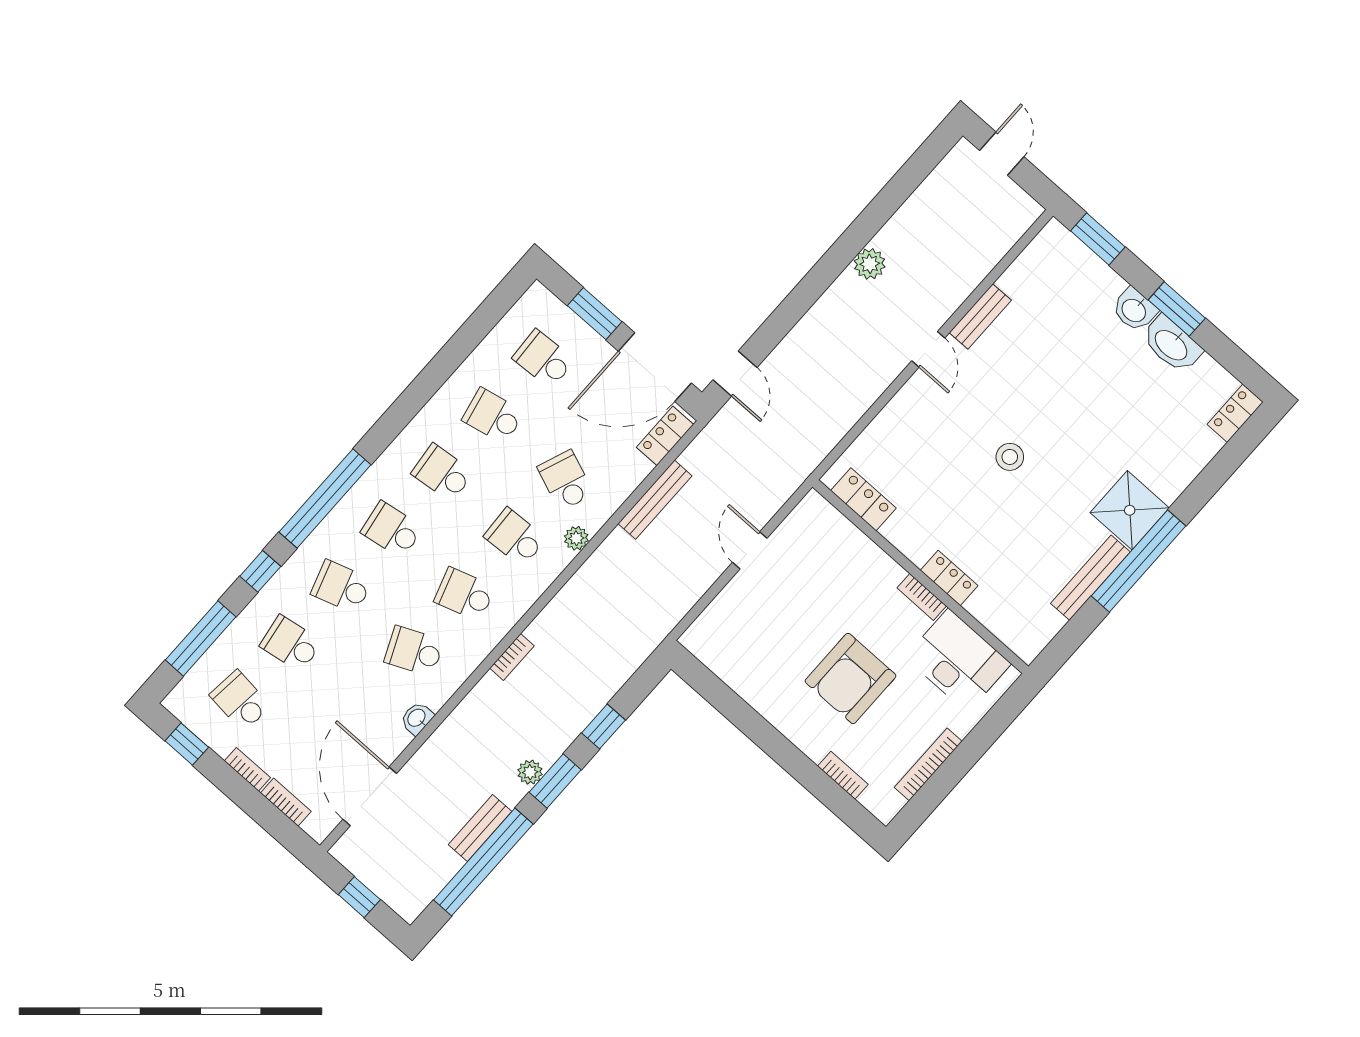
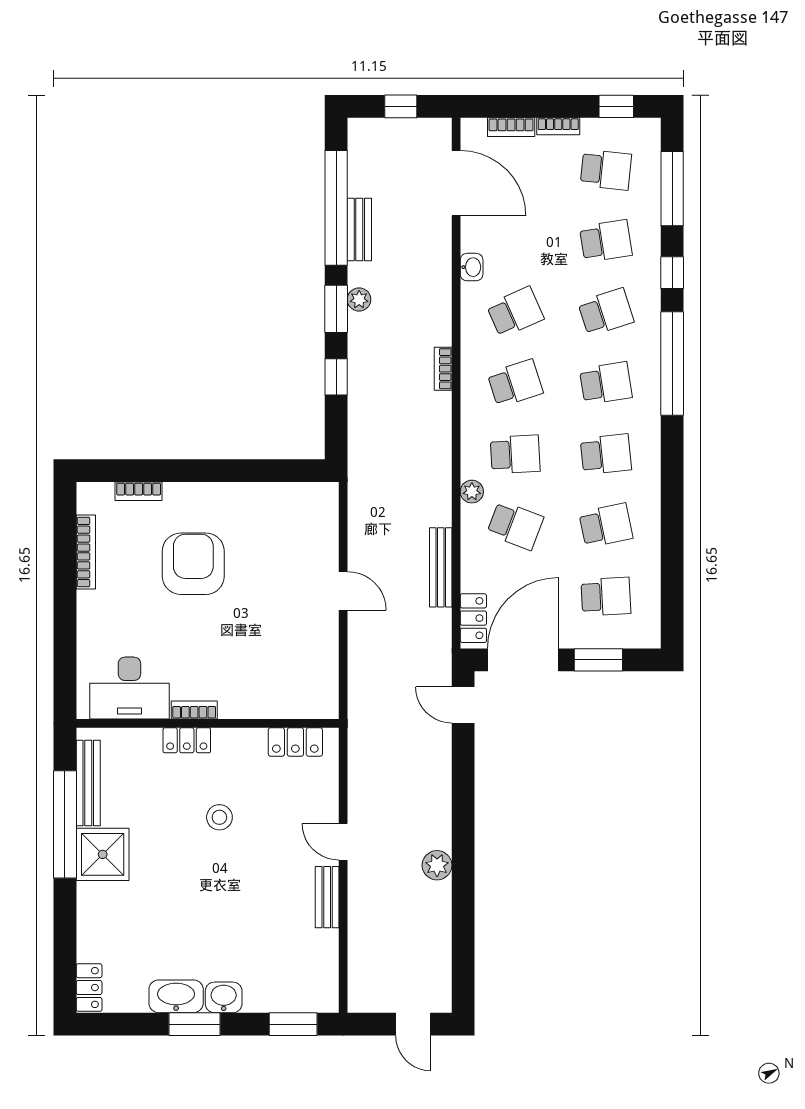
locker: (863, 499) -> (295, 742), moved
wall: (920, 577) -> (208, 723), moved
locker: (949, 578) -> (187, 740), moved
bookcase: (922, 597) -> (194, 710), moved
desk: (958, 661) -> (129, 688), moved

